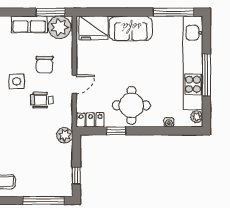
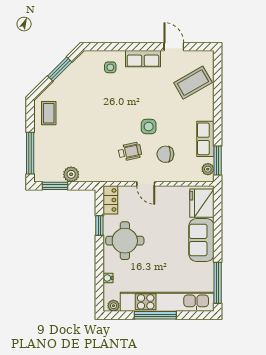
plant: (59, 27) -> (208, 169), width x0.53, depth x0.53
wheelchair: (42, 100) -> (130, 152), turned 78
plant: (65, 135) -> (71, 174), moved
window: (76, 175) -> (55, 186), width x1.50

